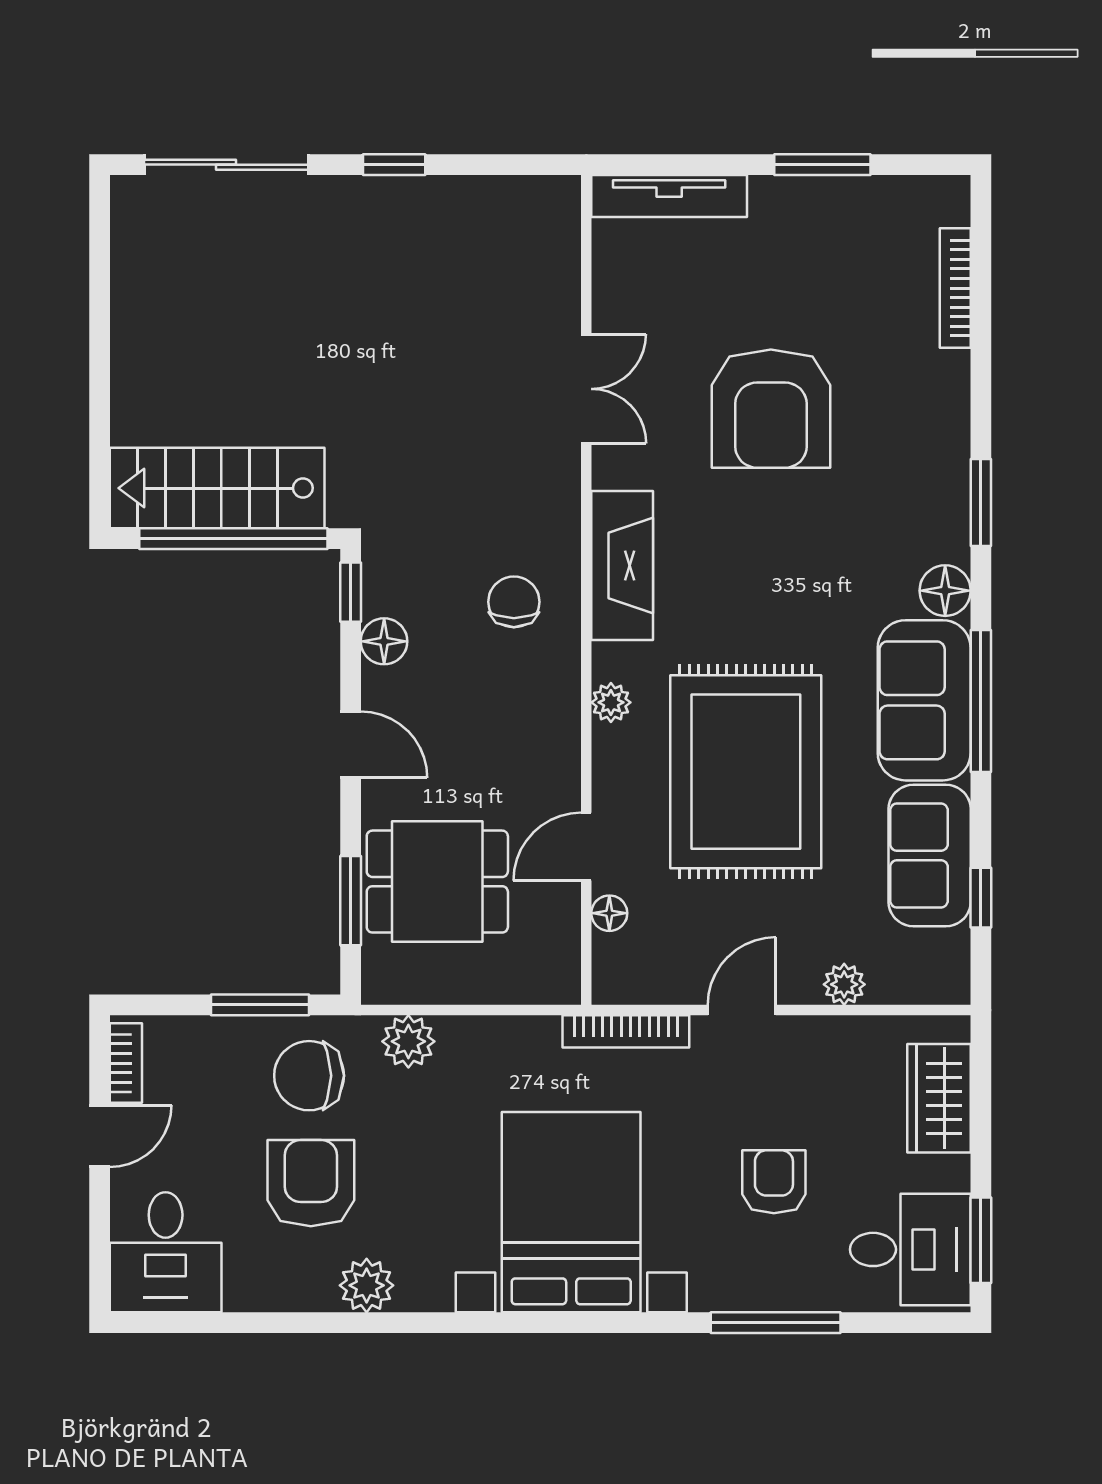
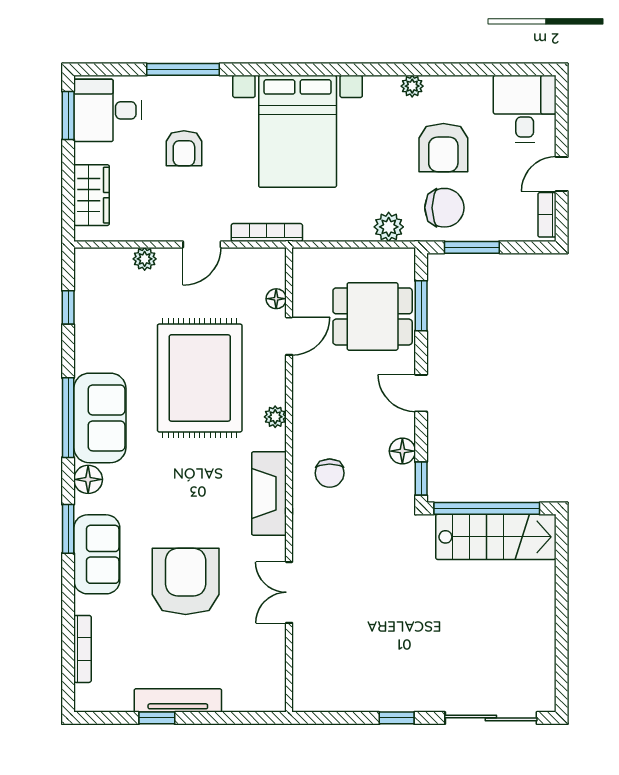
window: (822, 165) -> (157, 718), width x0.67
tv unit: (669, 196) -> (178, 700), moved
sofa: (930, 855) -> (97, 554), moved
plant: (367, 1285) -> (412, 86), width x0.73, depth x0.73

